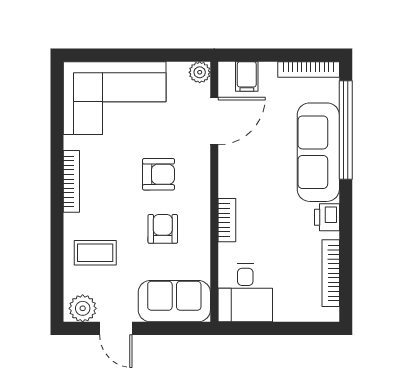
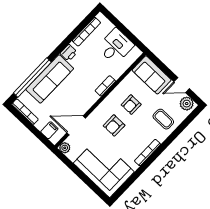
armchair: (159, 174) -> (114, 125), turned -90
desk: (245, 293) -> (116, 46), moved
door: (116, 328) -> (182, 85), swing flipped

